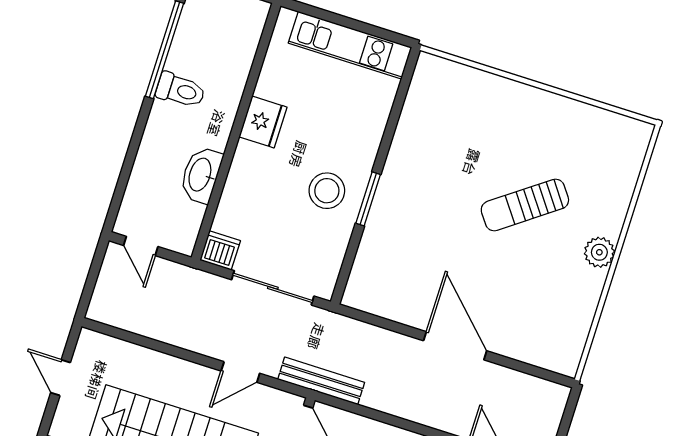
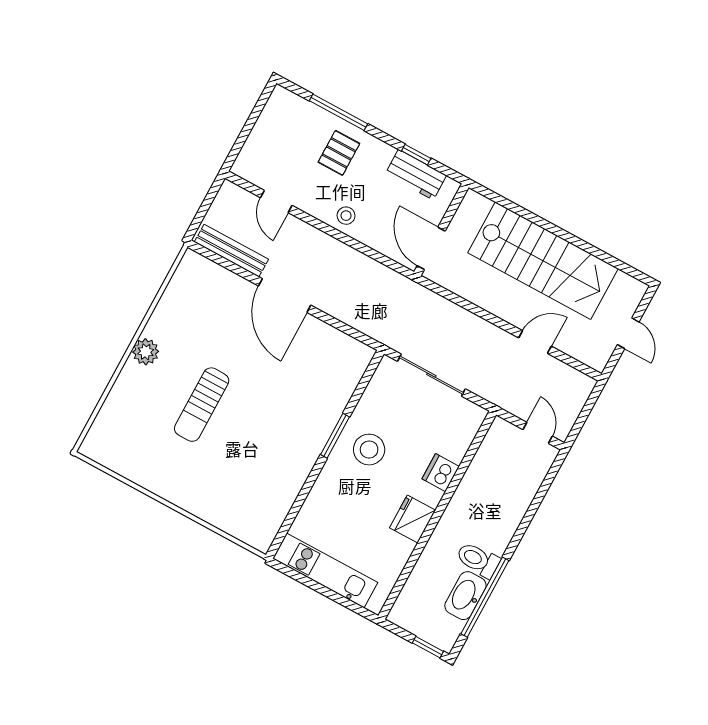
washbasin: (201, 175) -> (465, 596), moved, turned 180
sun lounger: (525, 205) -> (202, 405), turned 126
dishwasher: (220, 250) -> (441, 473), moved, turned 90
door: (240, 372) -> (535, 342), moved
bench: (321, 381) -> (231, 251), moved

